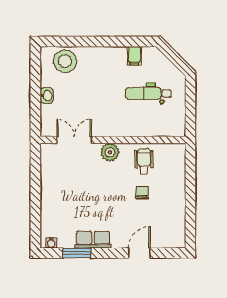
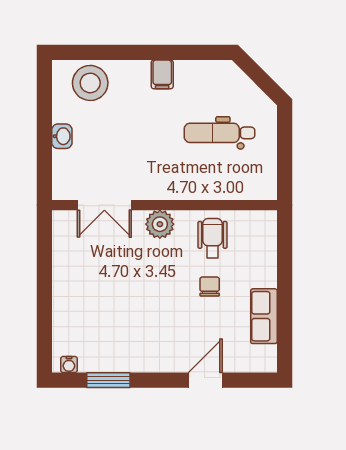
filing cabinet: (134, 56) -> (162, 74), moved
double door: (74, 140) -> (104, 205), swing flipped
row of seats: (93, 240) -> (264, 316), moved, turned -90

